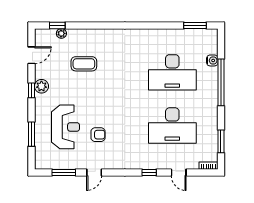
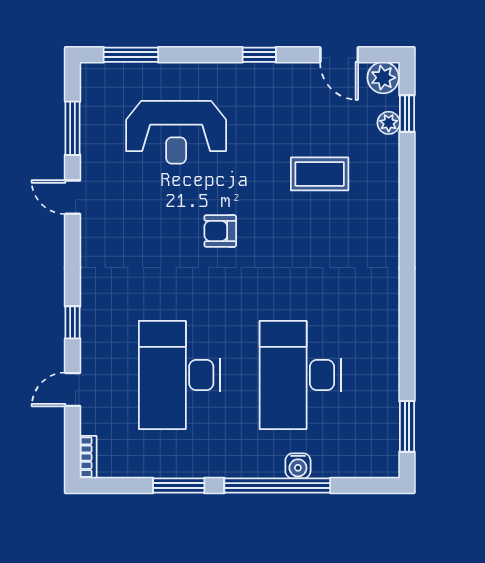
water cooler: (212, 60) -> (298, 466), moved
coffee table: (84, 64) -> (320, 174), turned 90
plant: (41, 86) -> (383, 78), moved
window: (31, 134) -> (131, 55), moved
armchair: (98, 135) -> (220, 231), moved, turned 90
window: (221, 141) -> (179, 486), moved

